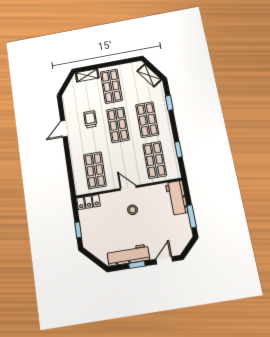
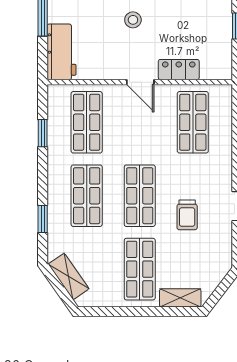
locker: (89, 202) -> (179, 70), moved
stool: (132, 210) -> (133, 20), moved

